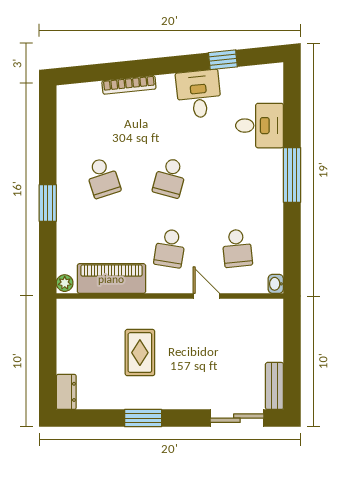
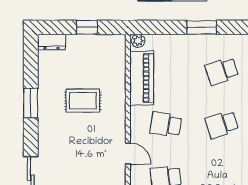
school desk: (170, 178) -> (222, 124), turned -33
door: (206, 296) -> (128, 153), hinge flipped
window: (48, 347) -> (87, 27), added

